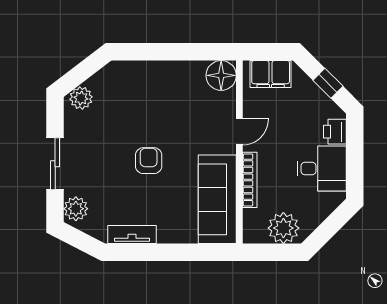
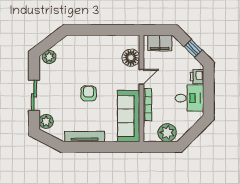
floor lamp: (221, 75) -> (131, 58), moved
tv unit: (132, 235) -> (85, 136), width x1.41

